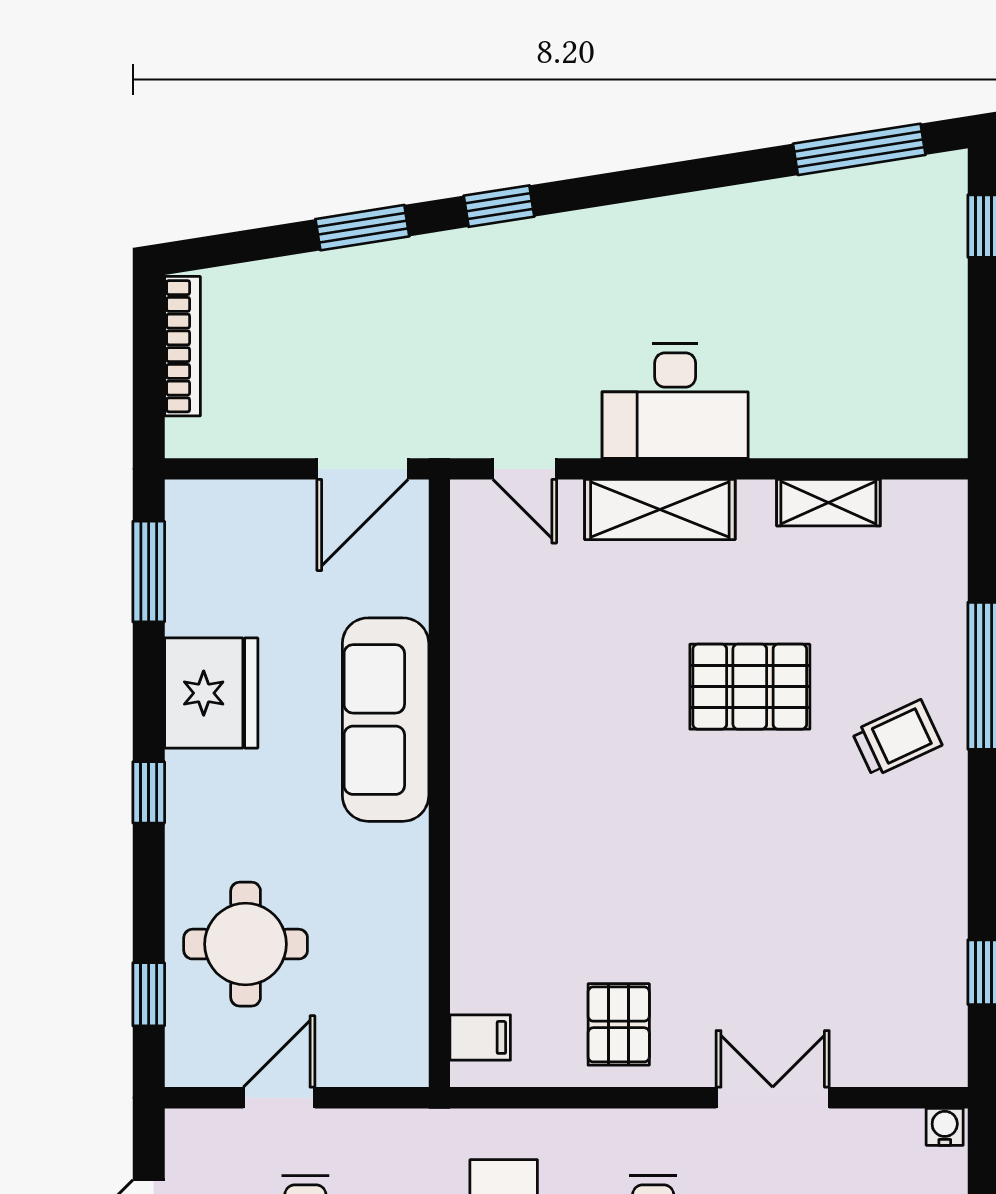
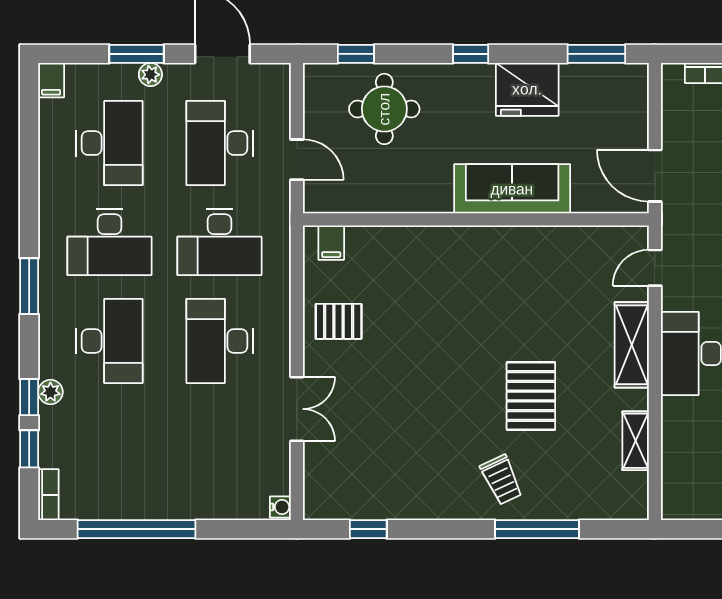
door: (279, 1098) -> (297, 160), moved

